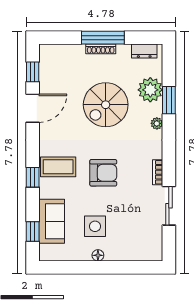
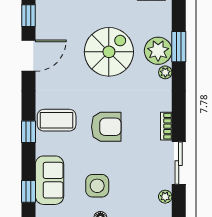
plant: (150, 90) -> (158, 51), moved
spiral stairs: (106, 105) -> (109, 52), turned 180
plant: (157, 236) -> (165, 197), added

